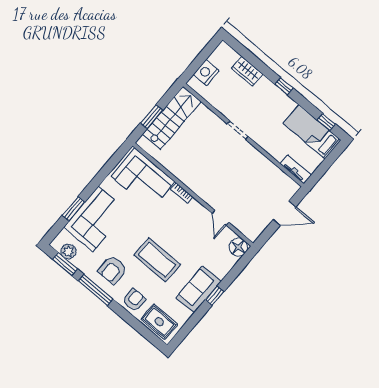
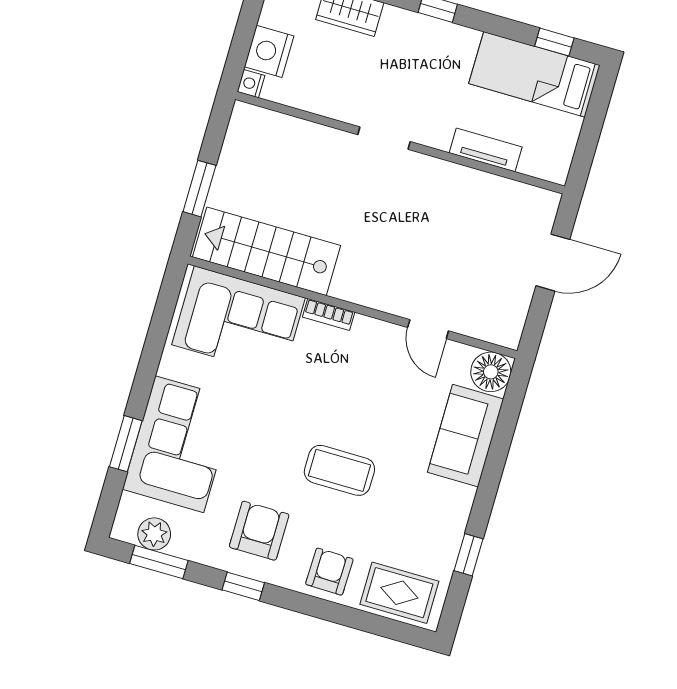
nightstand: (193, 83) -> (251, 84), added
stairs: (172, 118) -> (266, 251), moved, turned -90
tv unit: (296, 169) -> (486, 150), moved
coffee table: (157, 260) -> (339, 470), width x0.73, depth x0.76
armchair: (113, 270) -> (259, 531), turned 180
window: (96, 290) -> (243, 586), width x0.46
sofa: (198, 290) -> (465, 436), moved
window: (215, 296) -> (468, 555), moved

